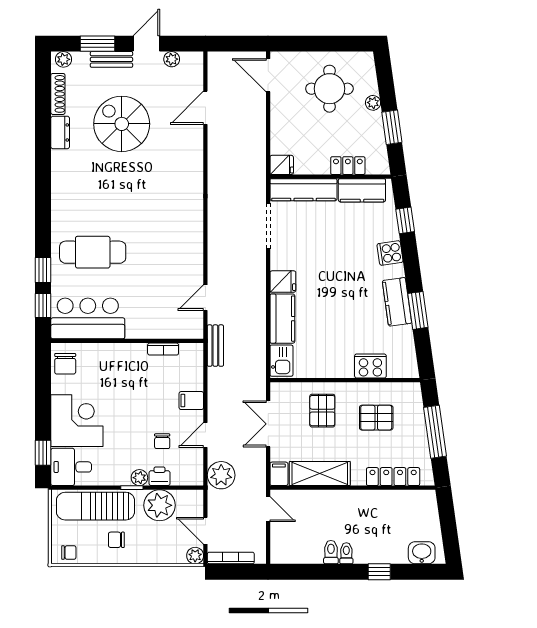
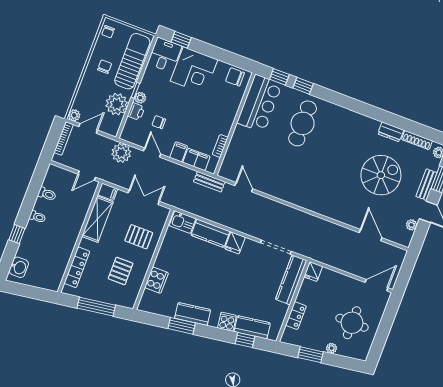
kitchen counter: (362, 190) -> (252, 327), moved, turned 82
filing cabinet: (192, 373) -> (196, 159), added
toilet: (331, 552) -> (47, 194), moved

